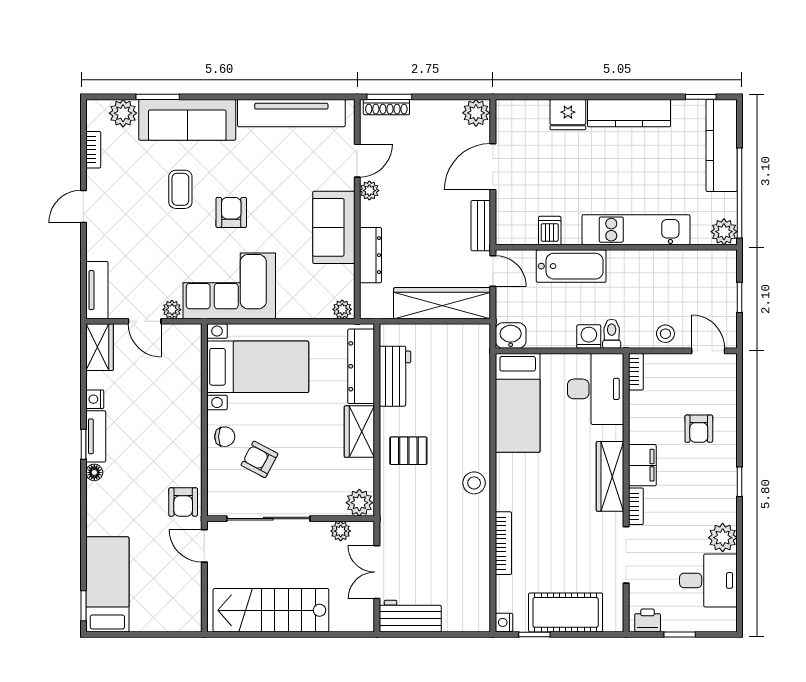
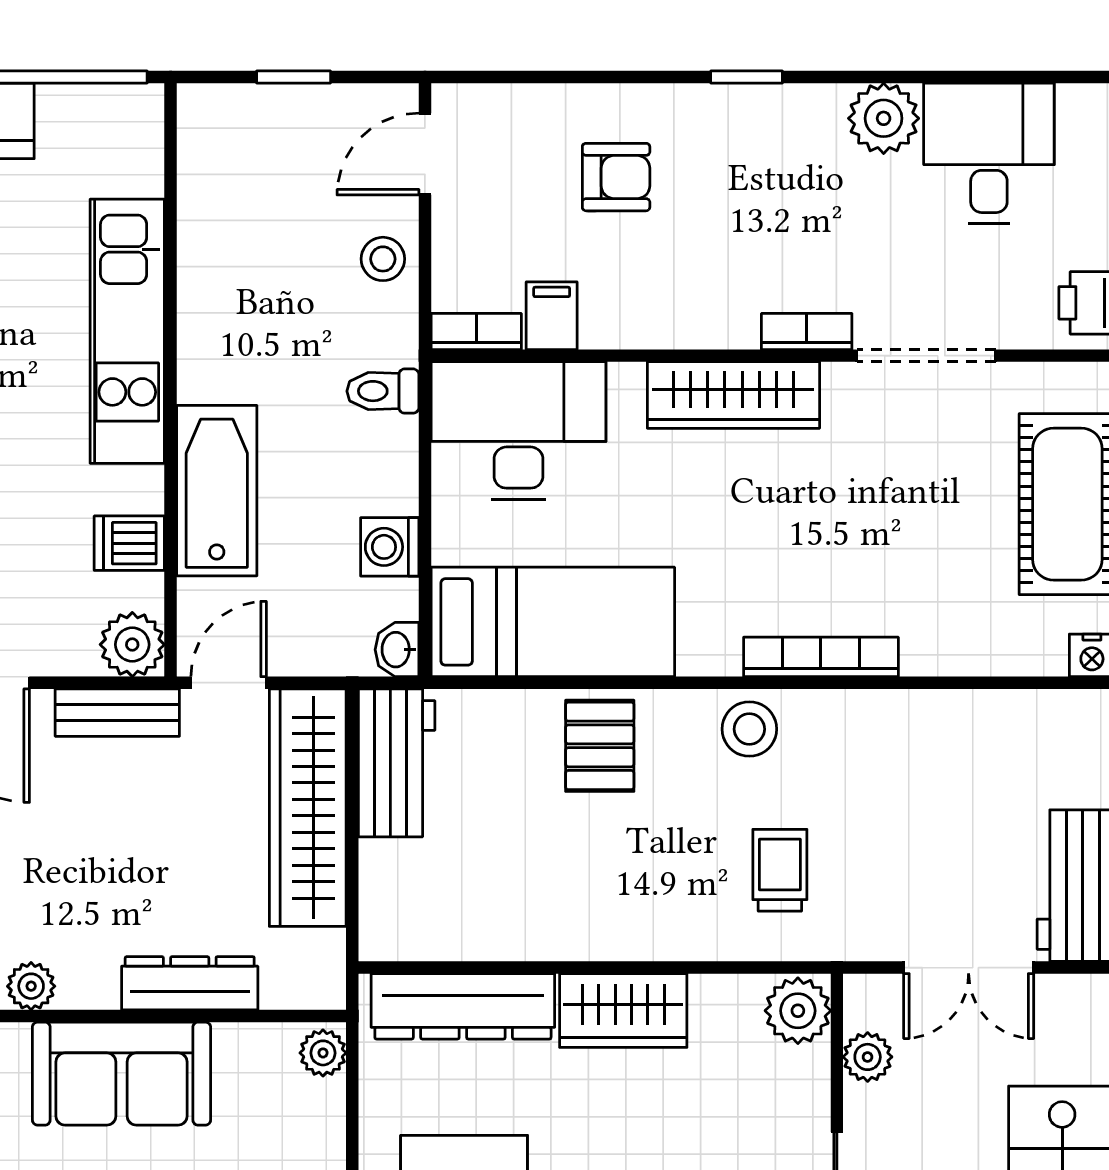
plant: (724, 232) -> (132, 645), moved
washbasin: (511, 335) -> (397, 650), width x0.72, depth x0.69
washing machine: (589, 337) -> (390, 547), moved
workbench: (395, 376) -> (397, 763), moved, turned 90
pallet: (408, 451) -> (600, 746), moved
filing cabinet: (642, 465) -> (552, 316), moved, width x0.50
trolley: (417, 495) -> (780, 870), added
bookcase: (503, 543) -> (821, 657), moved

